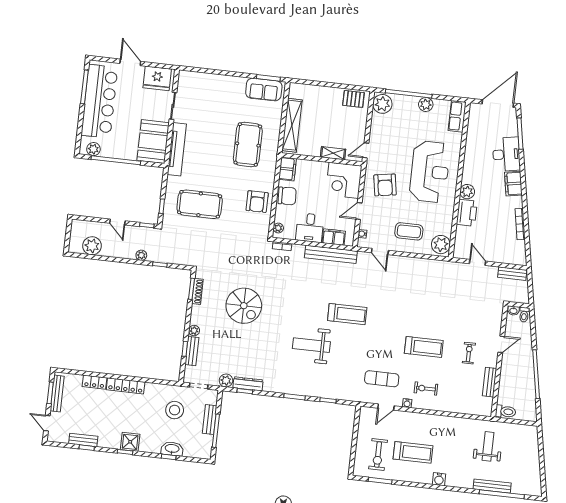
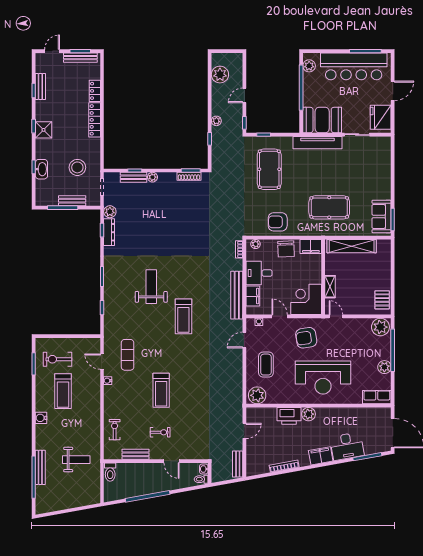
spiral stairs: (244, 306) -> (181, 220), removed
exercise bike: (426, 389) -> (115, 430), moved

